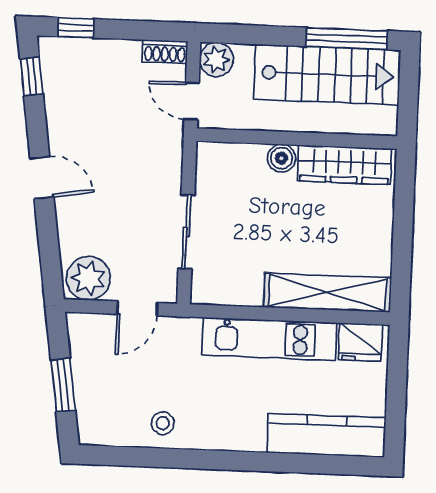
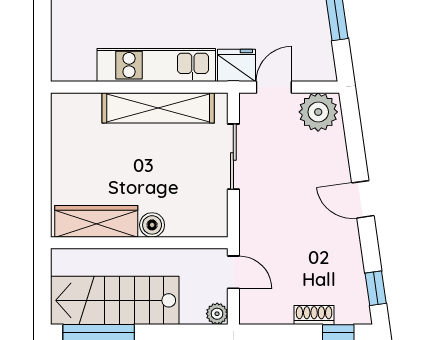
shoe rack: (165, 51) -> (314, 315), moved
plant: (216, 60) -> (217, 314), width x0.73, depth x0.73
shelving: (328, 293) -> (158, 108), moved
fridge: (360, 342) -> (237, 65), moved

